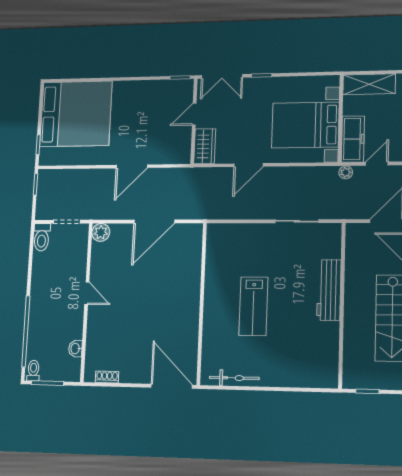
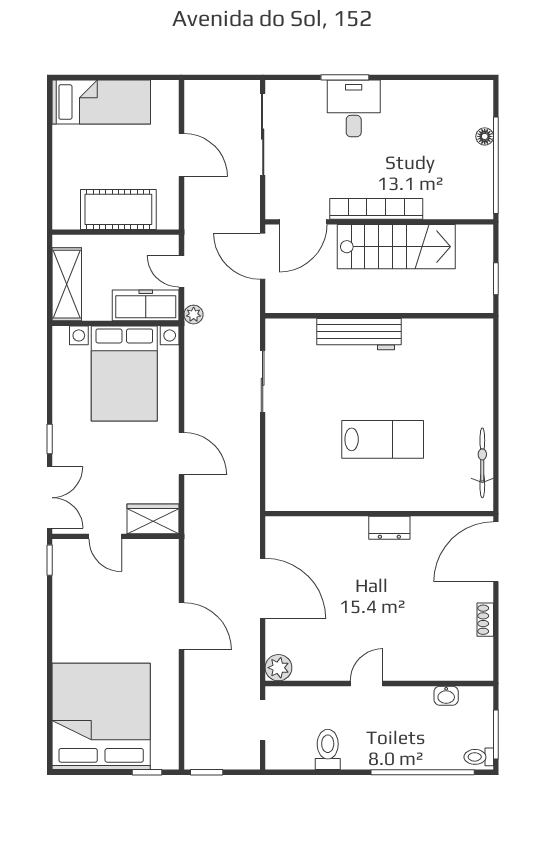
toilet: (42, 237) -> (328, 749), moved, turned -90
dresser: (192, 310) -> (389, 528), added
shoe rack: (107, 377) -> (485, 620), moved

